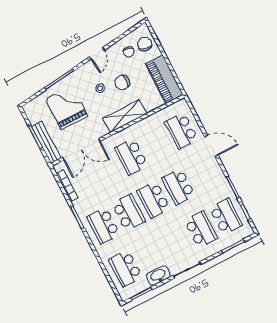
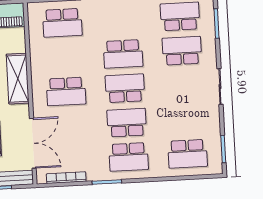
school desk: (154, 200) -> (125, 88), turned 180
washbasin: (158, 276) -> (212, 121), removed

